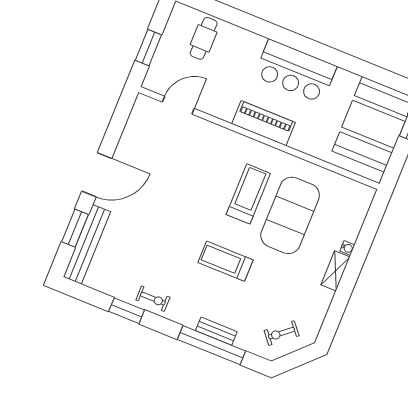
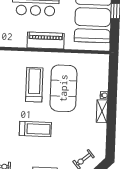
piano: (264, 123) -> (46, 41), moved
treadmill: (226, 261) -> (35, 129), turned 180

